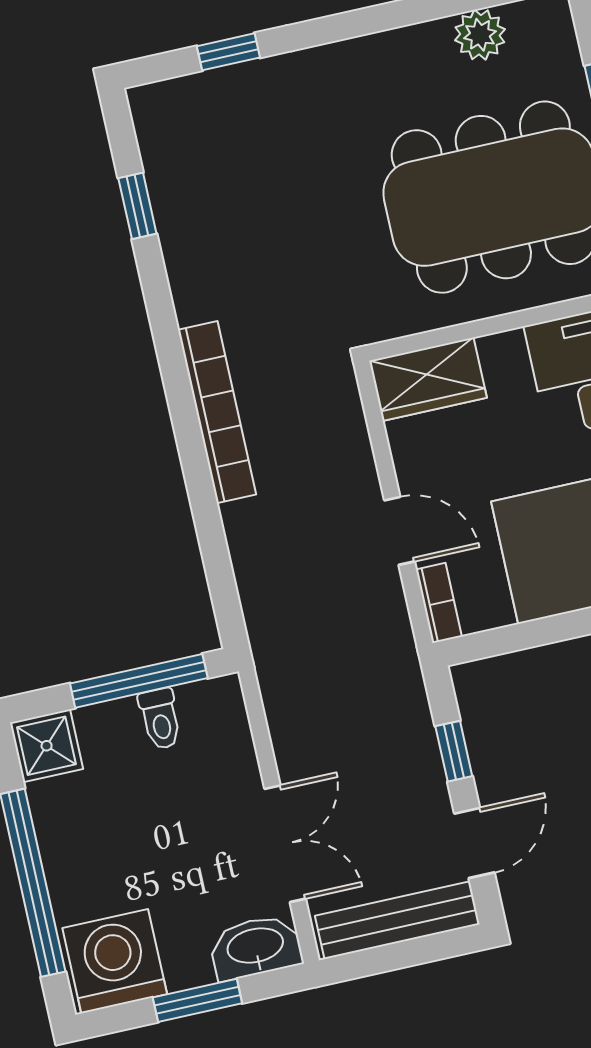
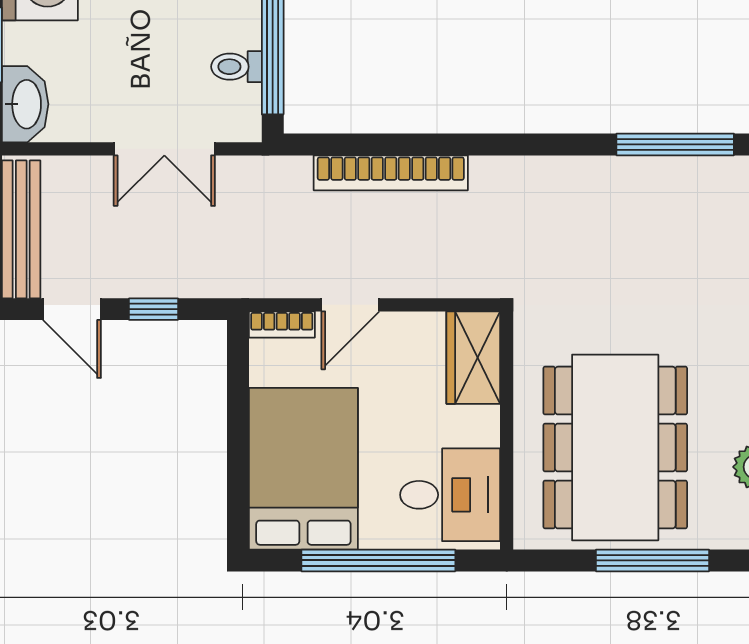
window: (137, 206) -> (675, 144), width x2.17
bookcase: (217, 412) -> (391, 173), moved
double door: (285, 844) -> (164, 149), moved

